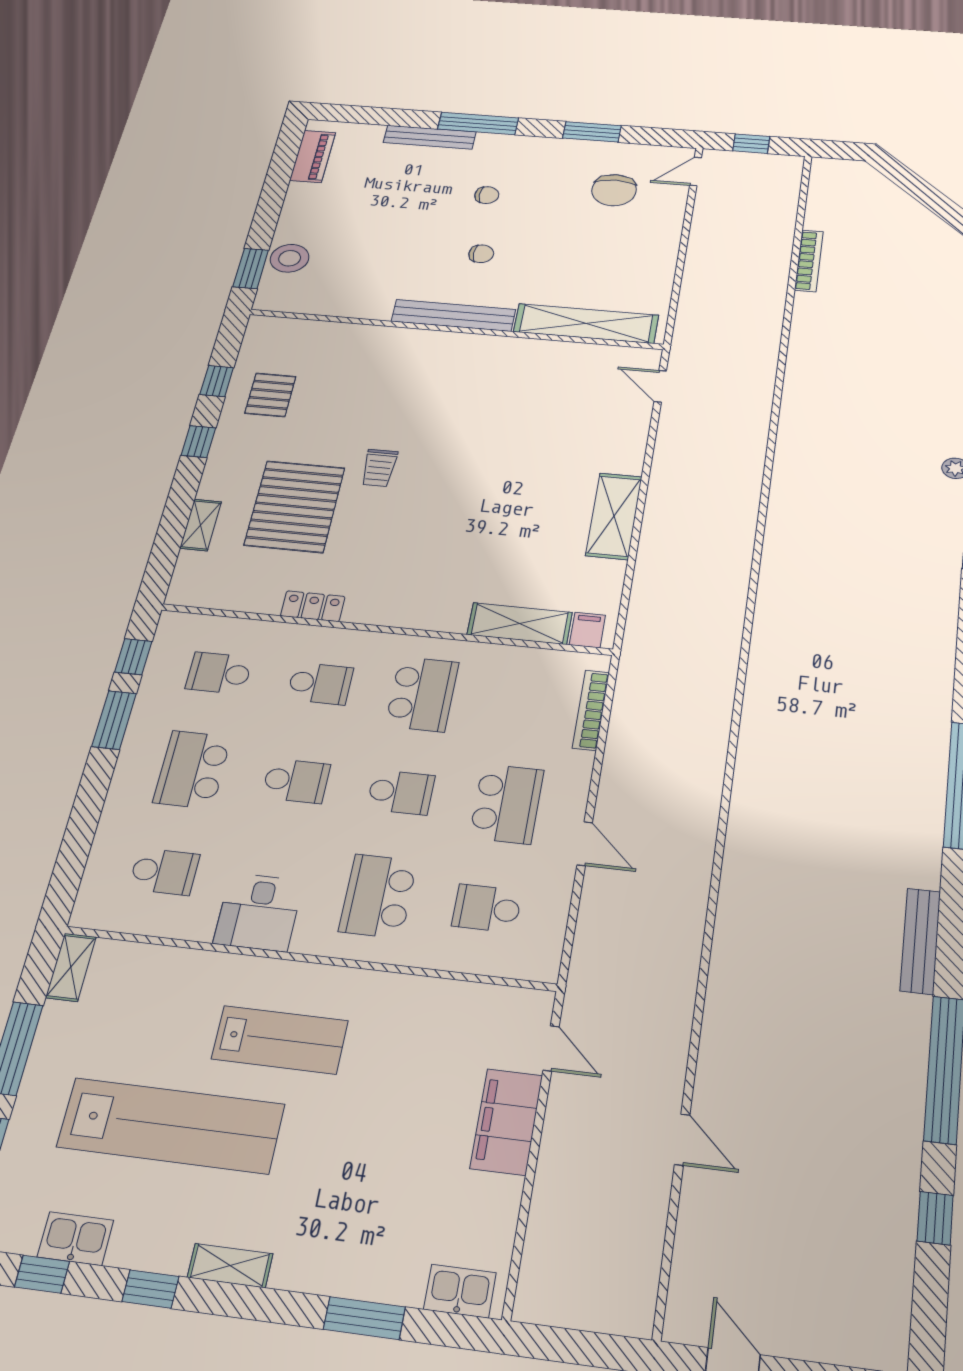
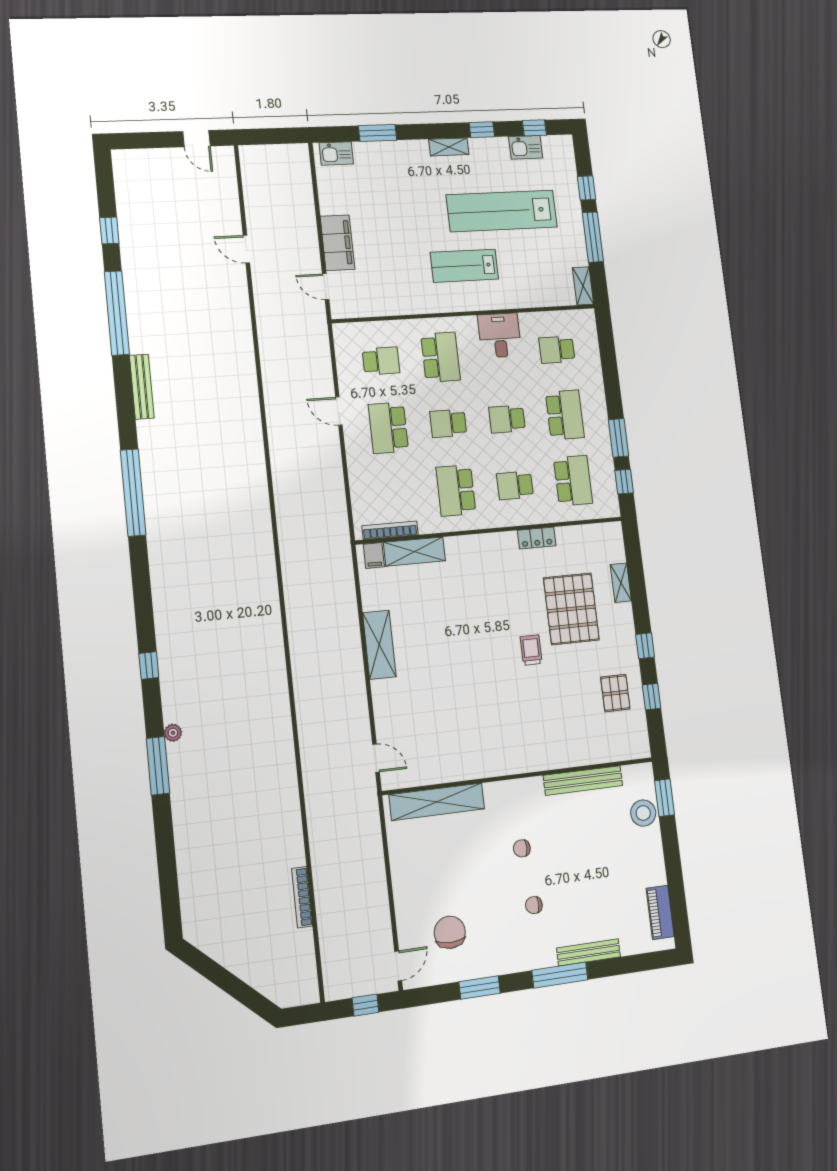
bench: (453, 315) -> (583, 780), moved
school desk: (219, 673) -> (573, 481), width x1.85
bookcase: (591, 710) -> (390, 530), moved, turned -90

